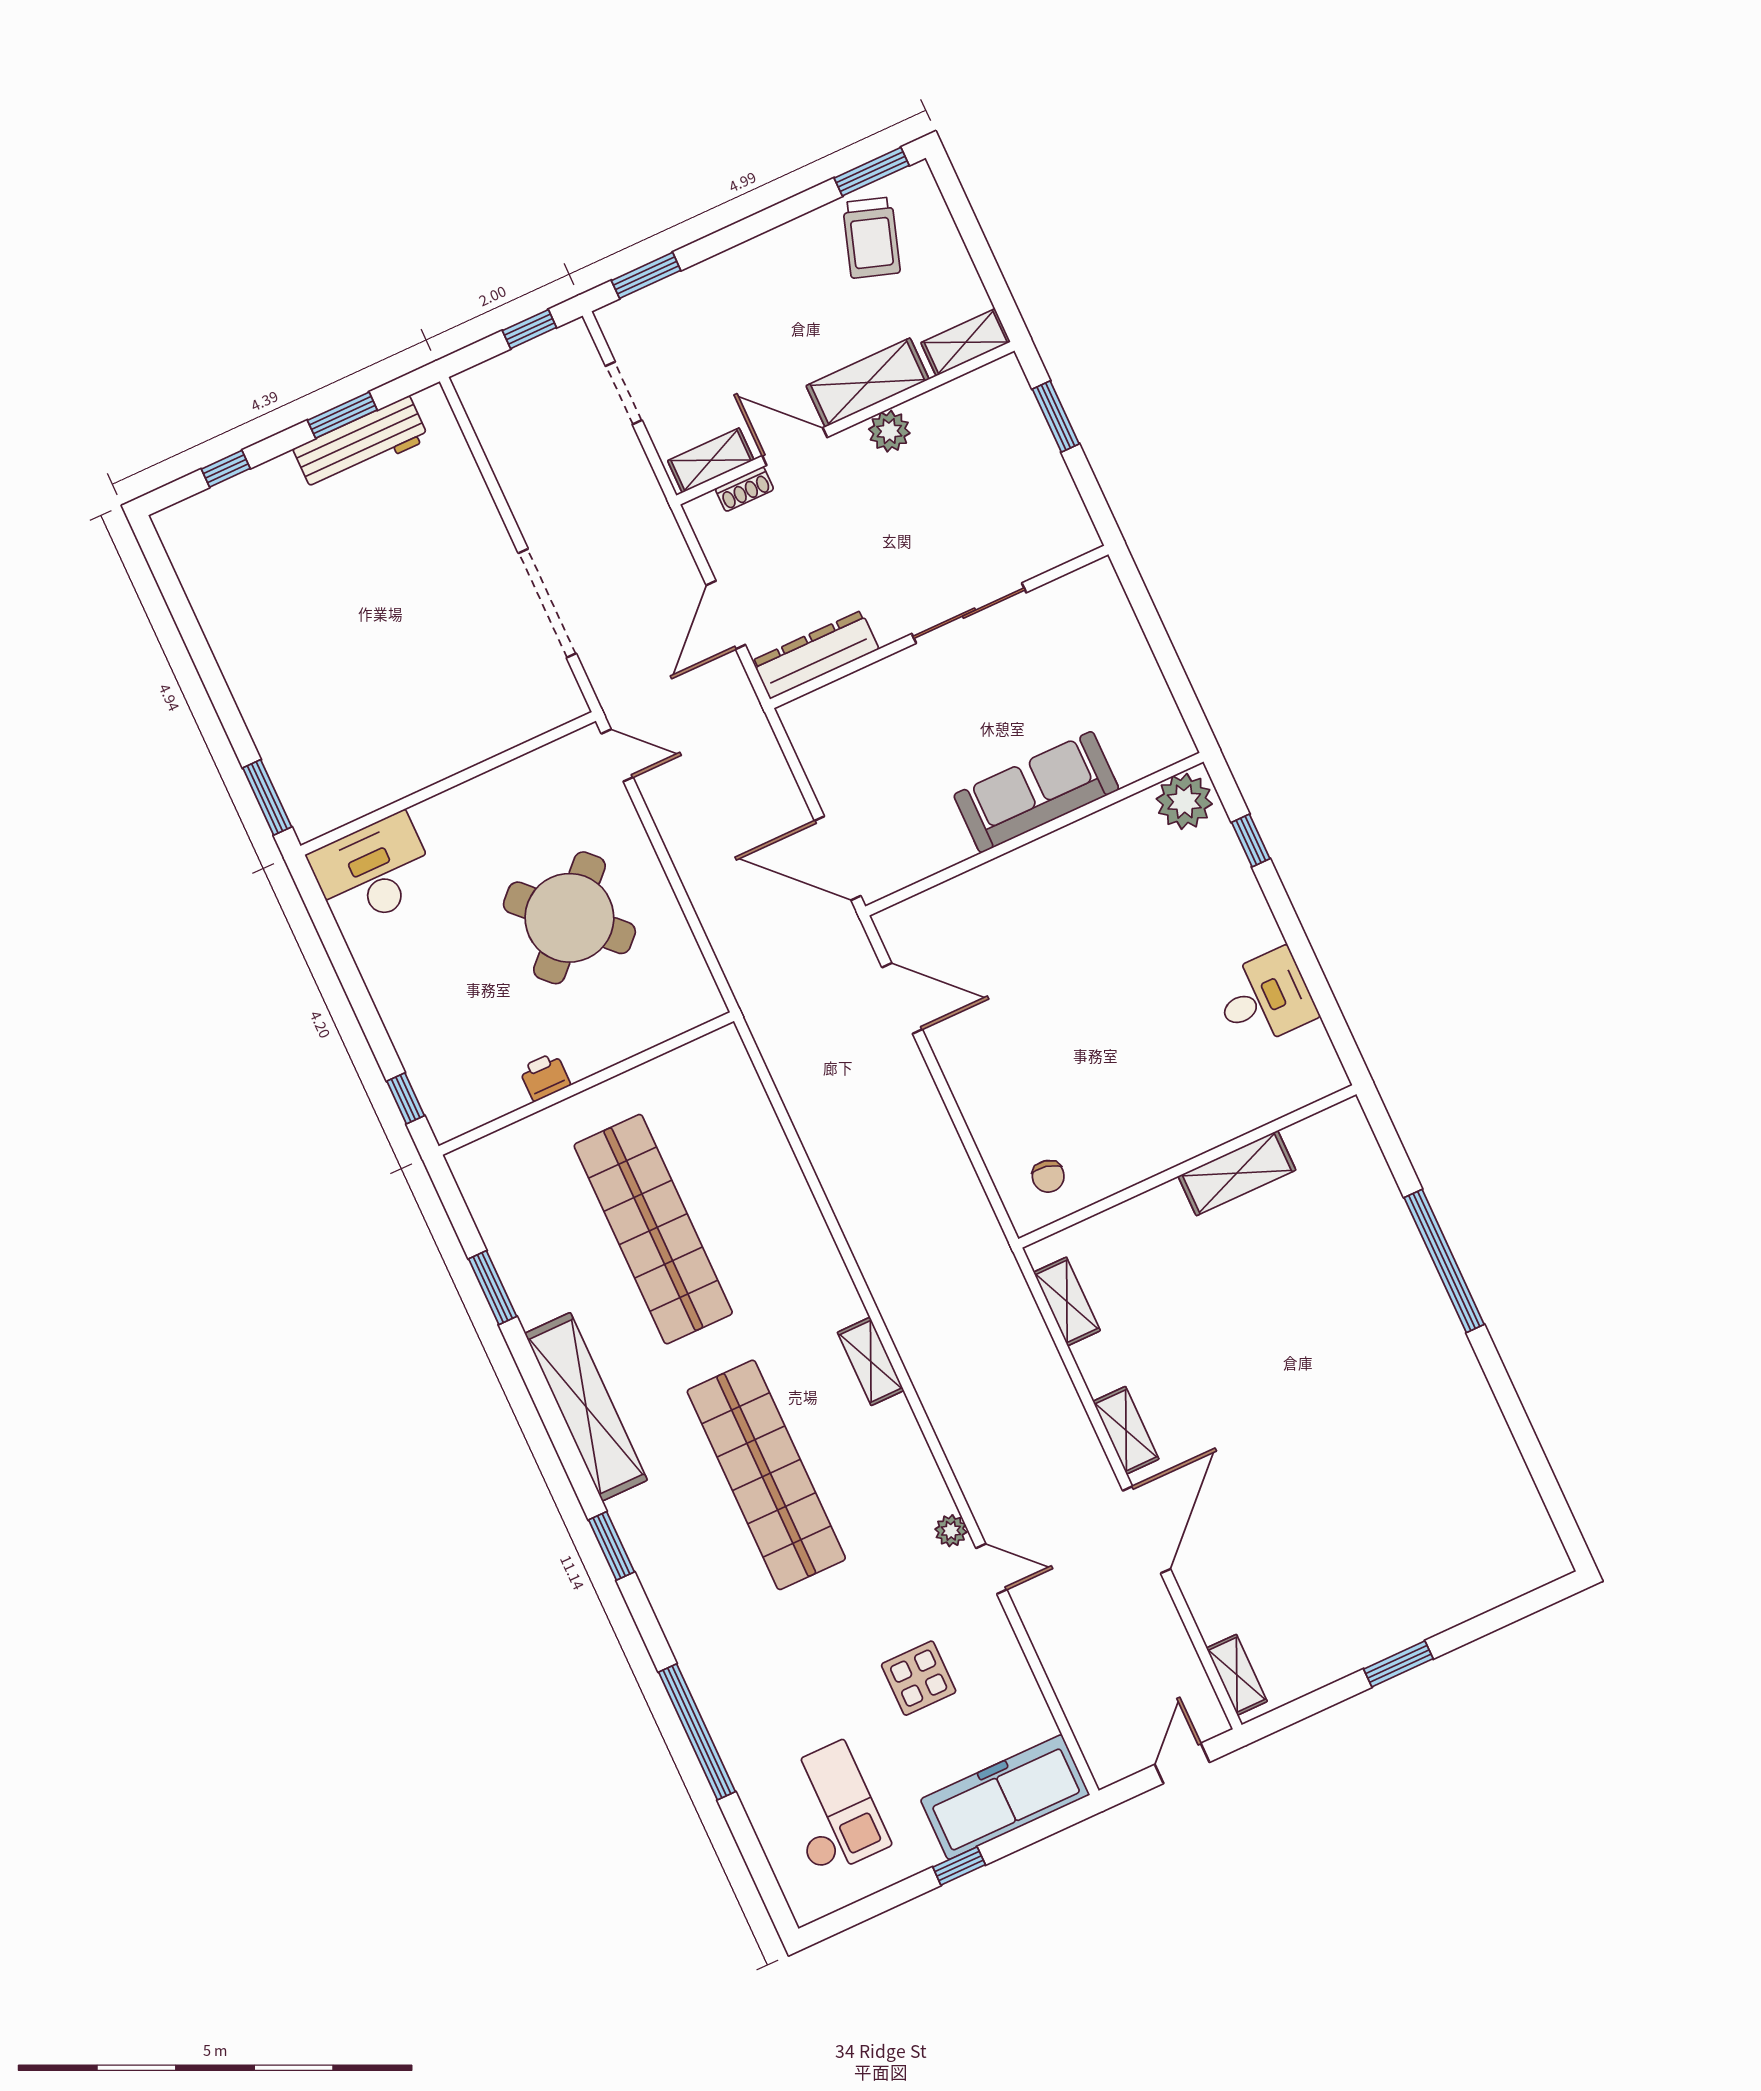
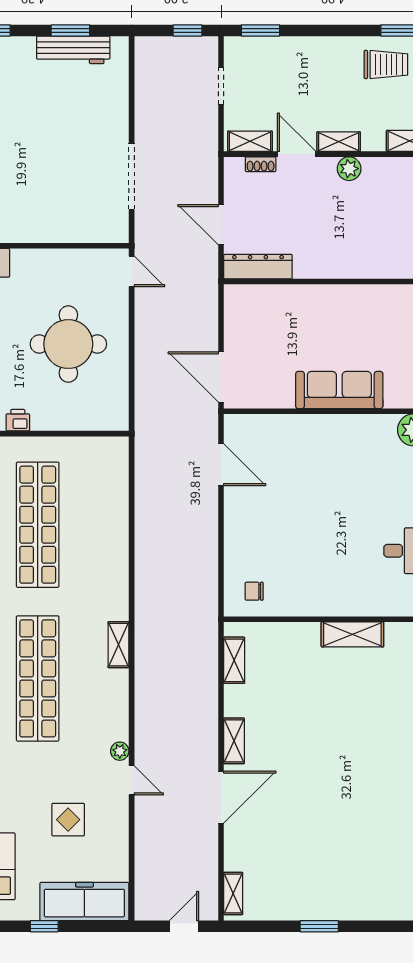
trolley: (871, 238) -> (386, 64), turned -108
shelving: (868, 383) -> (339, 142), width x0.67, depth x0.75
sliding door: (969, 613) -> (347, 282), removed
door: (726, 615) -> (221, 225), hinge flipped
round table: (569, 918) -> (68, 344), turned 45
chair: (1048, 1176) -> (254, 591), turned 78

